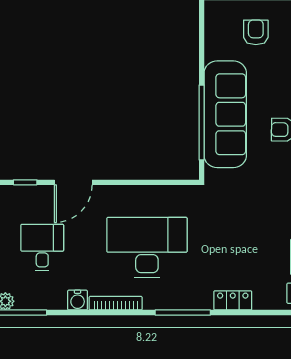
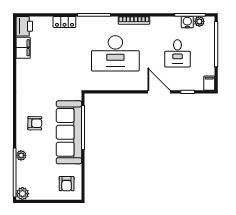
armchair: (256, 32) -> (67, 184), moved
door: (73, 182) -> (159, 92), hinge flipped
water cooler: (78, 300) -> (187, 22), moved

